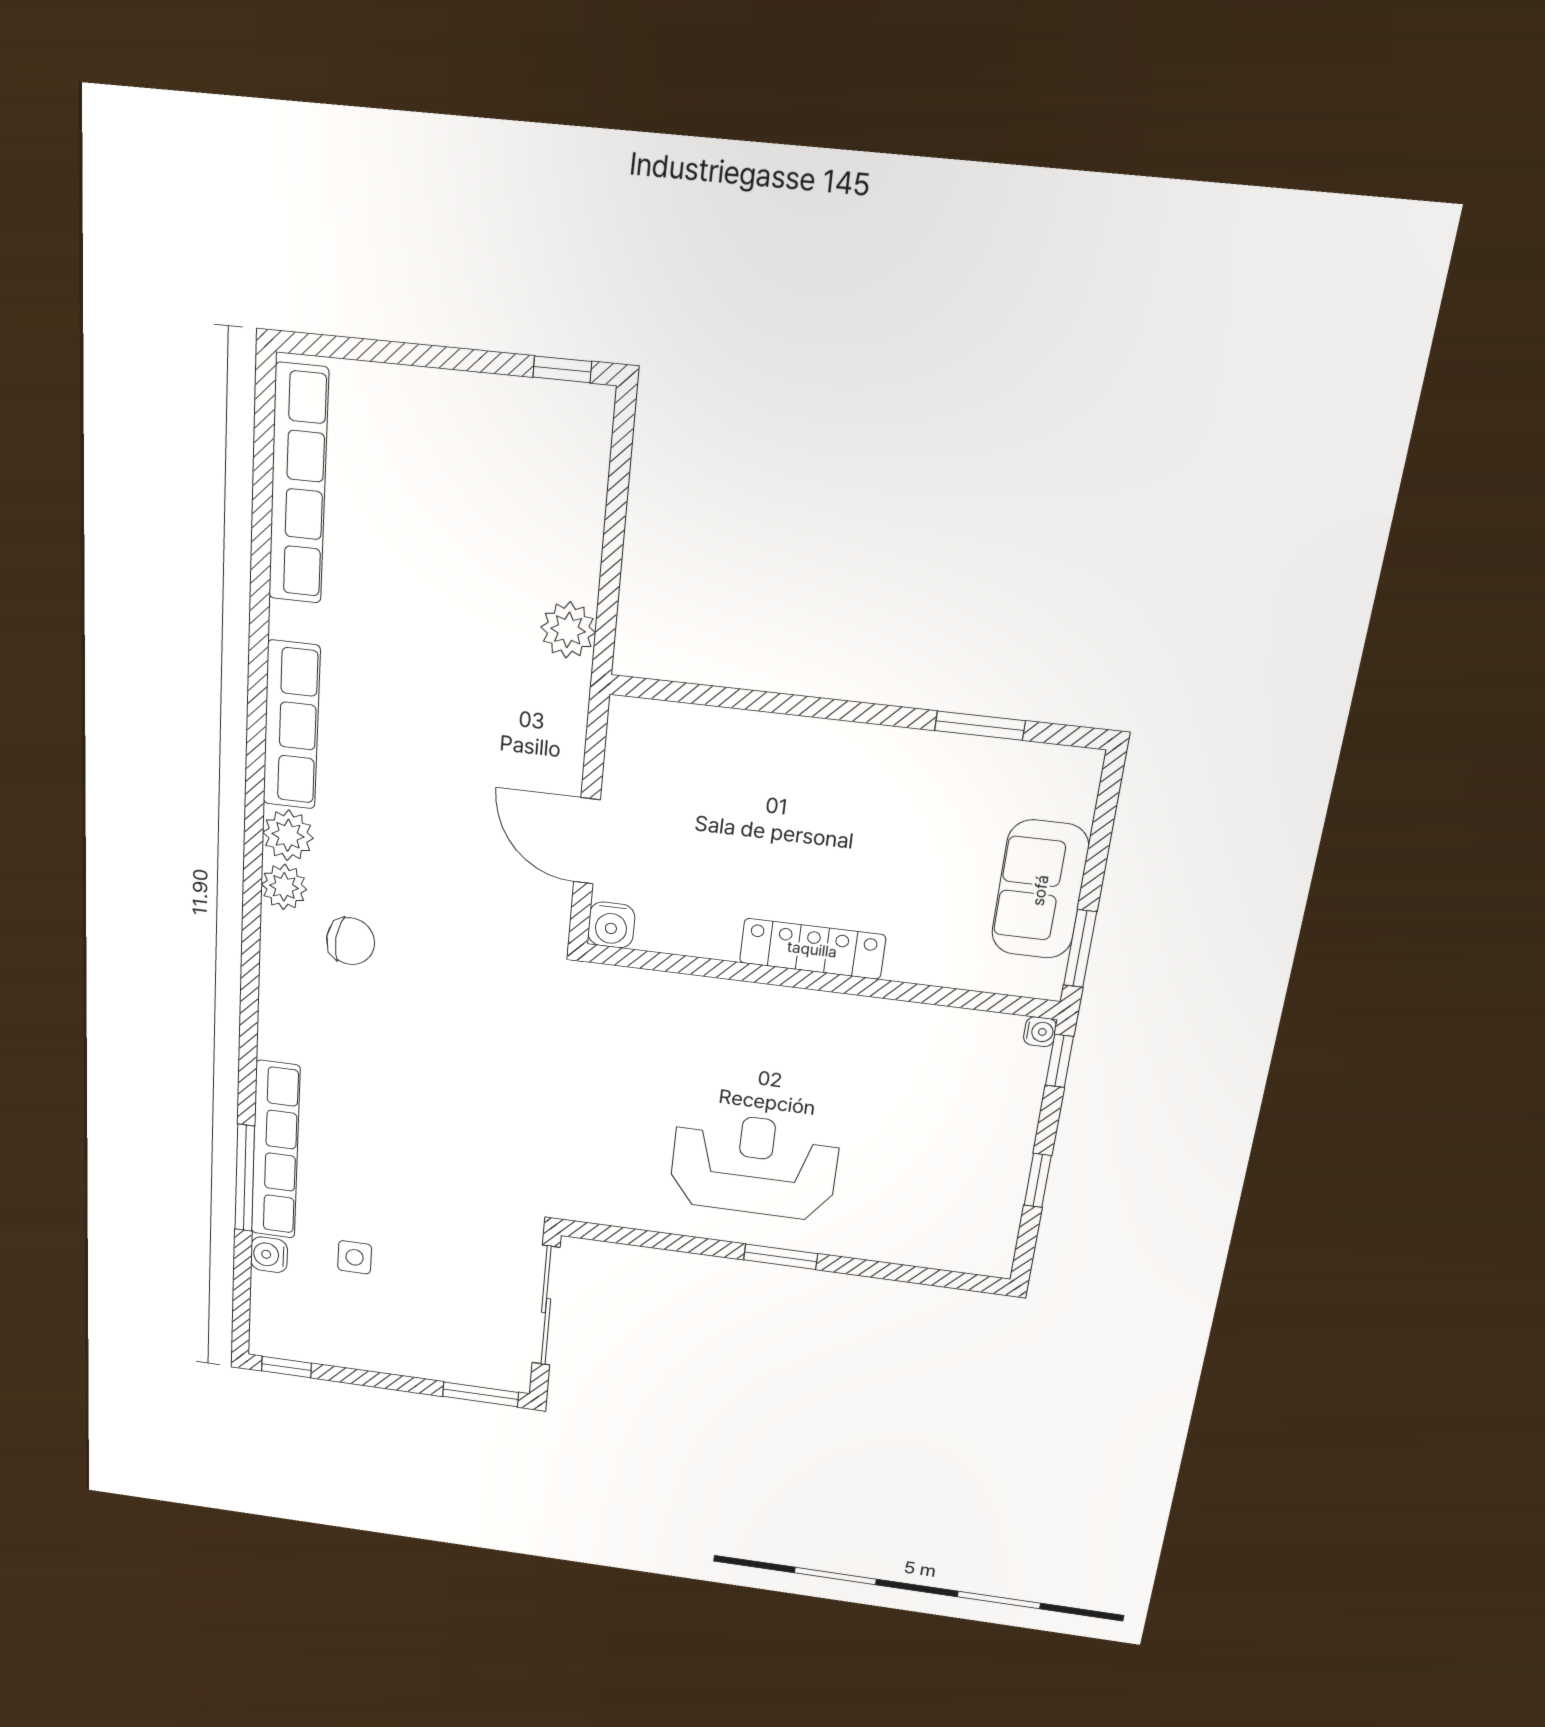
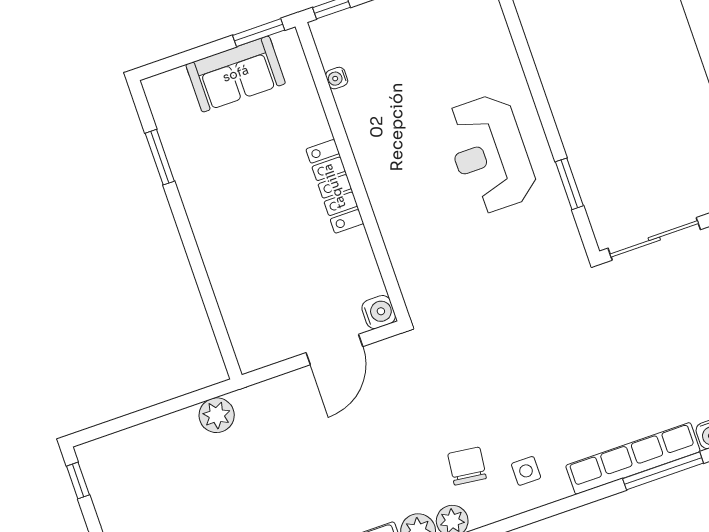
water cooler: (1040, 1032) -> (337, 78), moved, turned -90
side table: (355, 1257) -> (526, 471), moved
window: (781, 1257) -> (569, 184), moved

